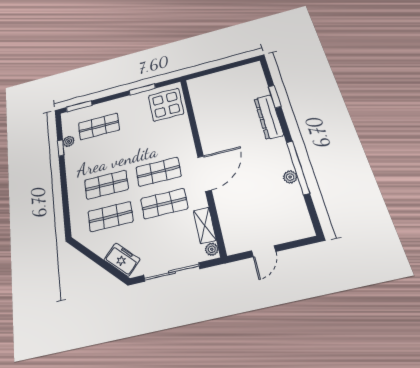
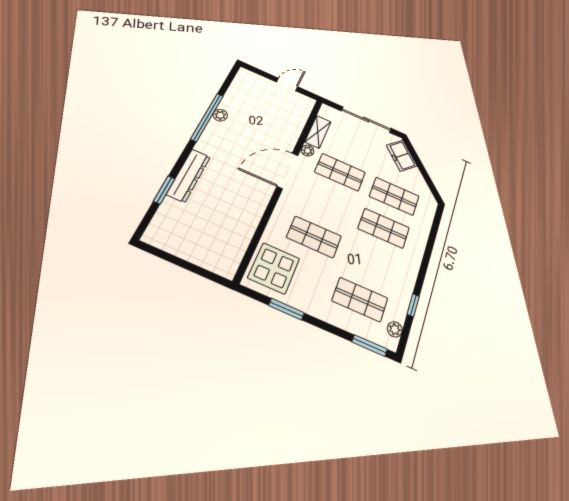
plant: (69, 141) -> (395, 329), moved
shop shelf: (158, 172) -> (314, 237), moved
plant: (212, 249) -> (308, 151), moved

